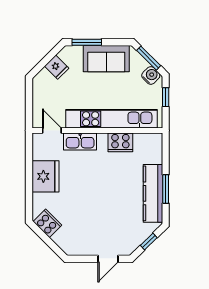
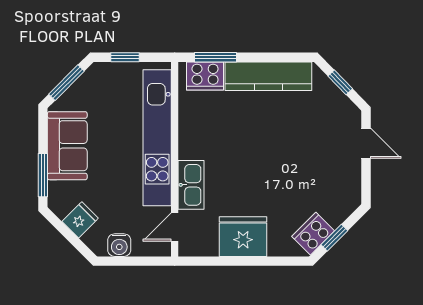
water cooler: (151, 75) -> (119, 245), moved, turned -135
cooker: (120, 142) -> (205, 76), moved, turned 90
window: (166, 189) -> (216, 57), moved
window: (45, 238) -> (334, 238), added

